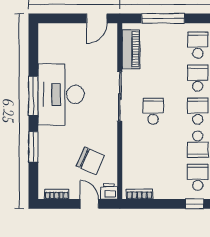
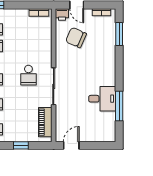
window: (163, 18) -> (21, 145), width x0.46
desk: (61, 94) -> (102, 99), width x0.53, depth x0.77
window: (33, 96) -> (119, 106), moved
window: (33, 147) -> (119, 34), moved

